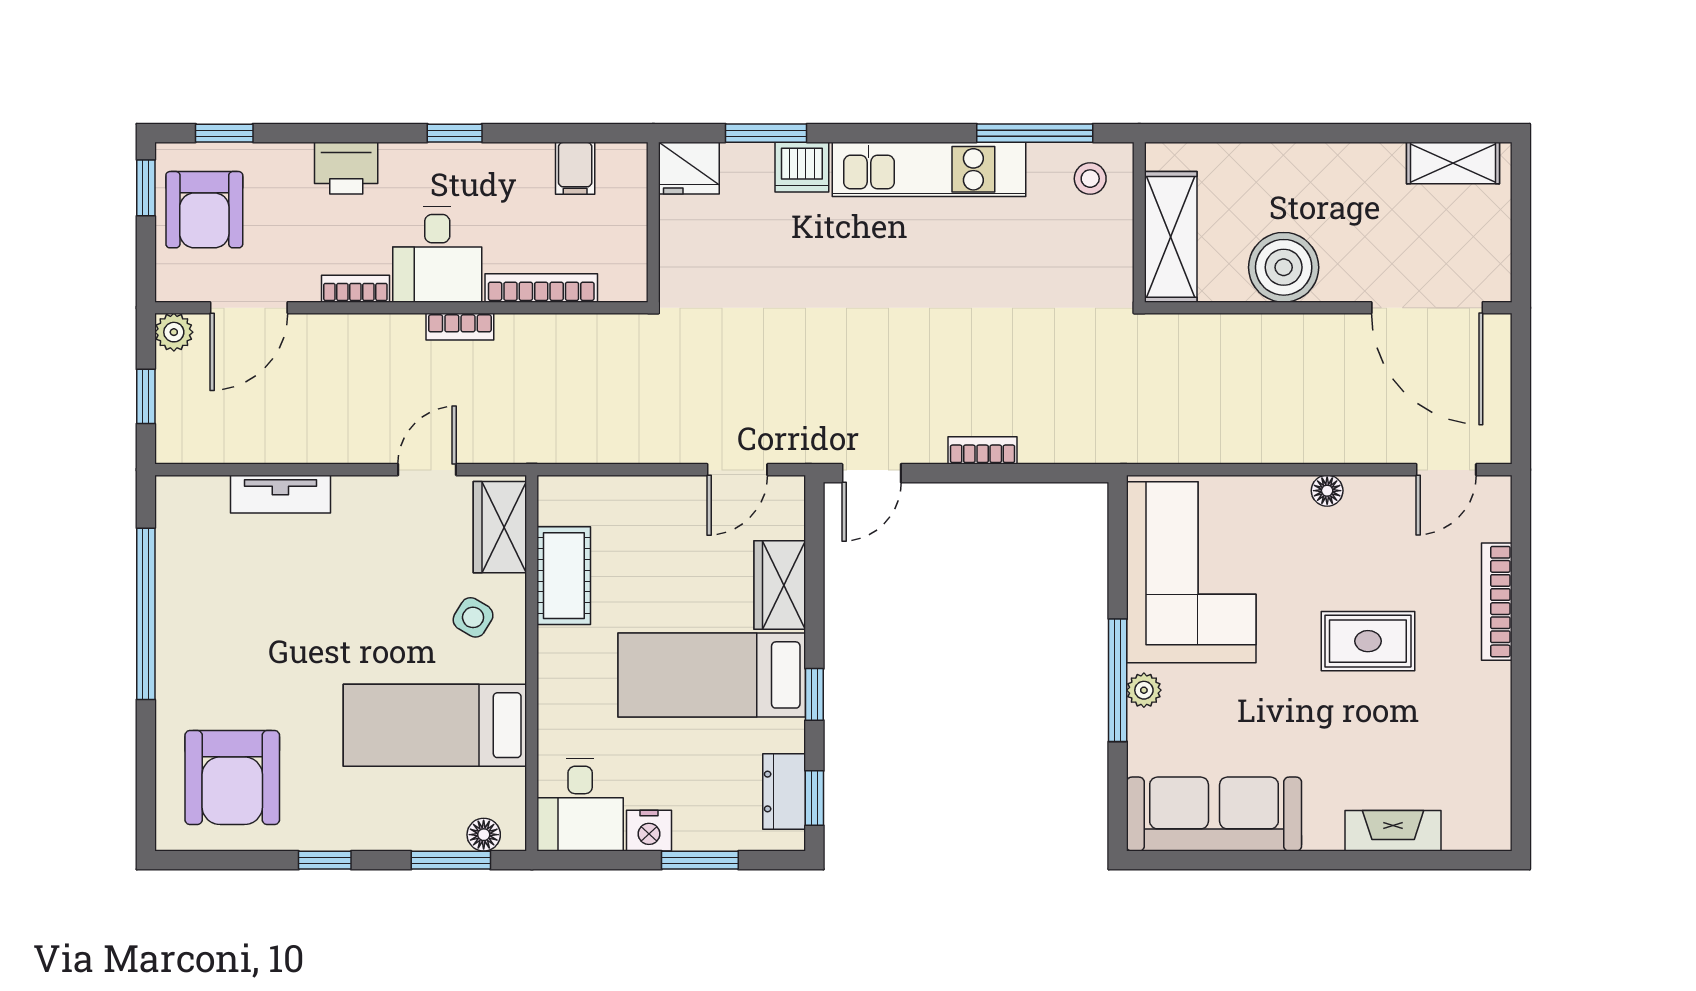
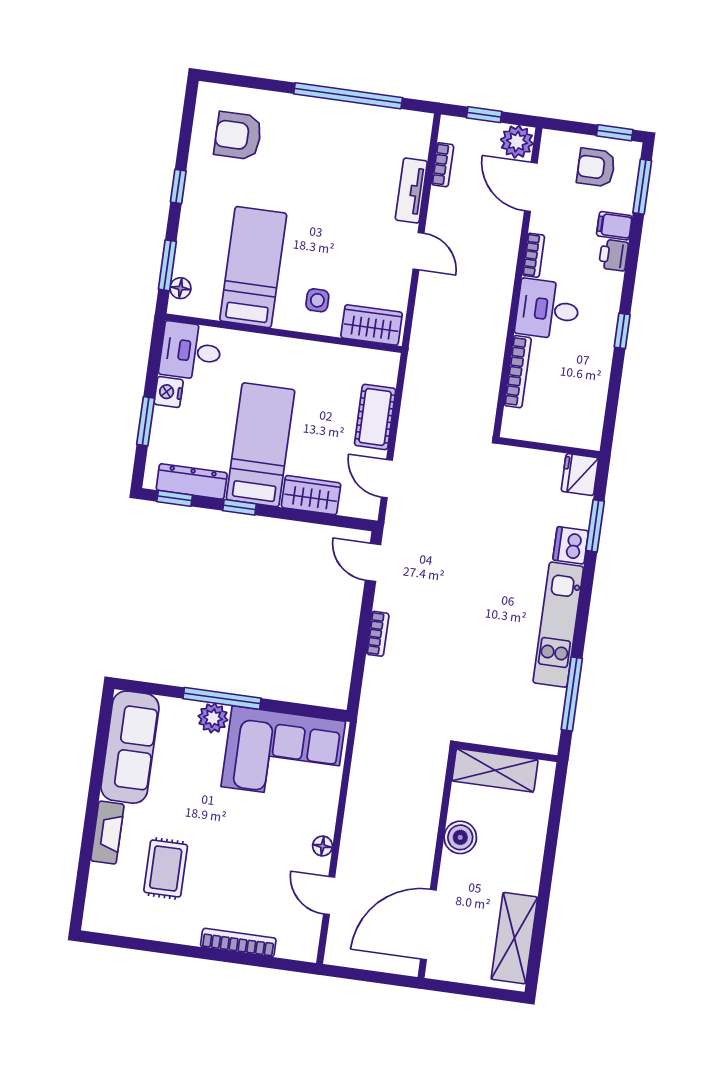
window: (224, 133) -> (642, 187), width x1.50
shelving: (1453, 163) -> (514, 938), width x1.50, depth x1.33
printer: (346, 168) -> (614, 255), width x0.73, depth x0.81
filing cabinet: (575, 168) -> (614, 226), moved
stool: (1090, 179) -> (539, 725), removed
armchair: (204, 210) -> (596, 168), width x0.72, depth x0.72
boiler: (1284, 267) -> (460, 837), width x0.73, depth x0.73
bookcase: (460, 327) -> (443, 165), moved, turned 180
plant: (174, 332) -> (517, 142), width x1.38, depth x1.38
door: (427, 470) -> (418, 251), moved
door: (1446, 470) -> (329, 896), moved
cot: (564, 576) -> (375, 417), moved, turned 90
side table: (473, 617) -> (317, 300), turned -31
rug: (1368, 641) -> (166, 868), moved
plant: (1144, 690) -> (213, 718), width x1.38, depth x1.38
armchair: (232, 778) -> (238, 136), width x0.73, depth x0.73
dresser: (784, 792) -> (192, 481), width x1.44
fireplace: (1393, 831) -> (107, 833), moved

